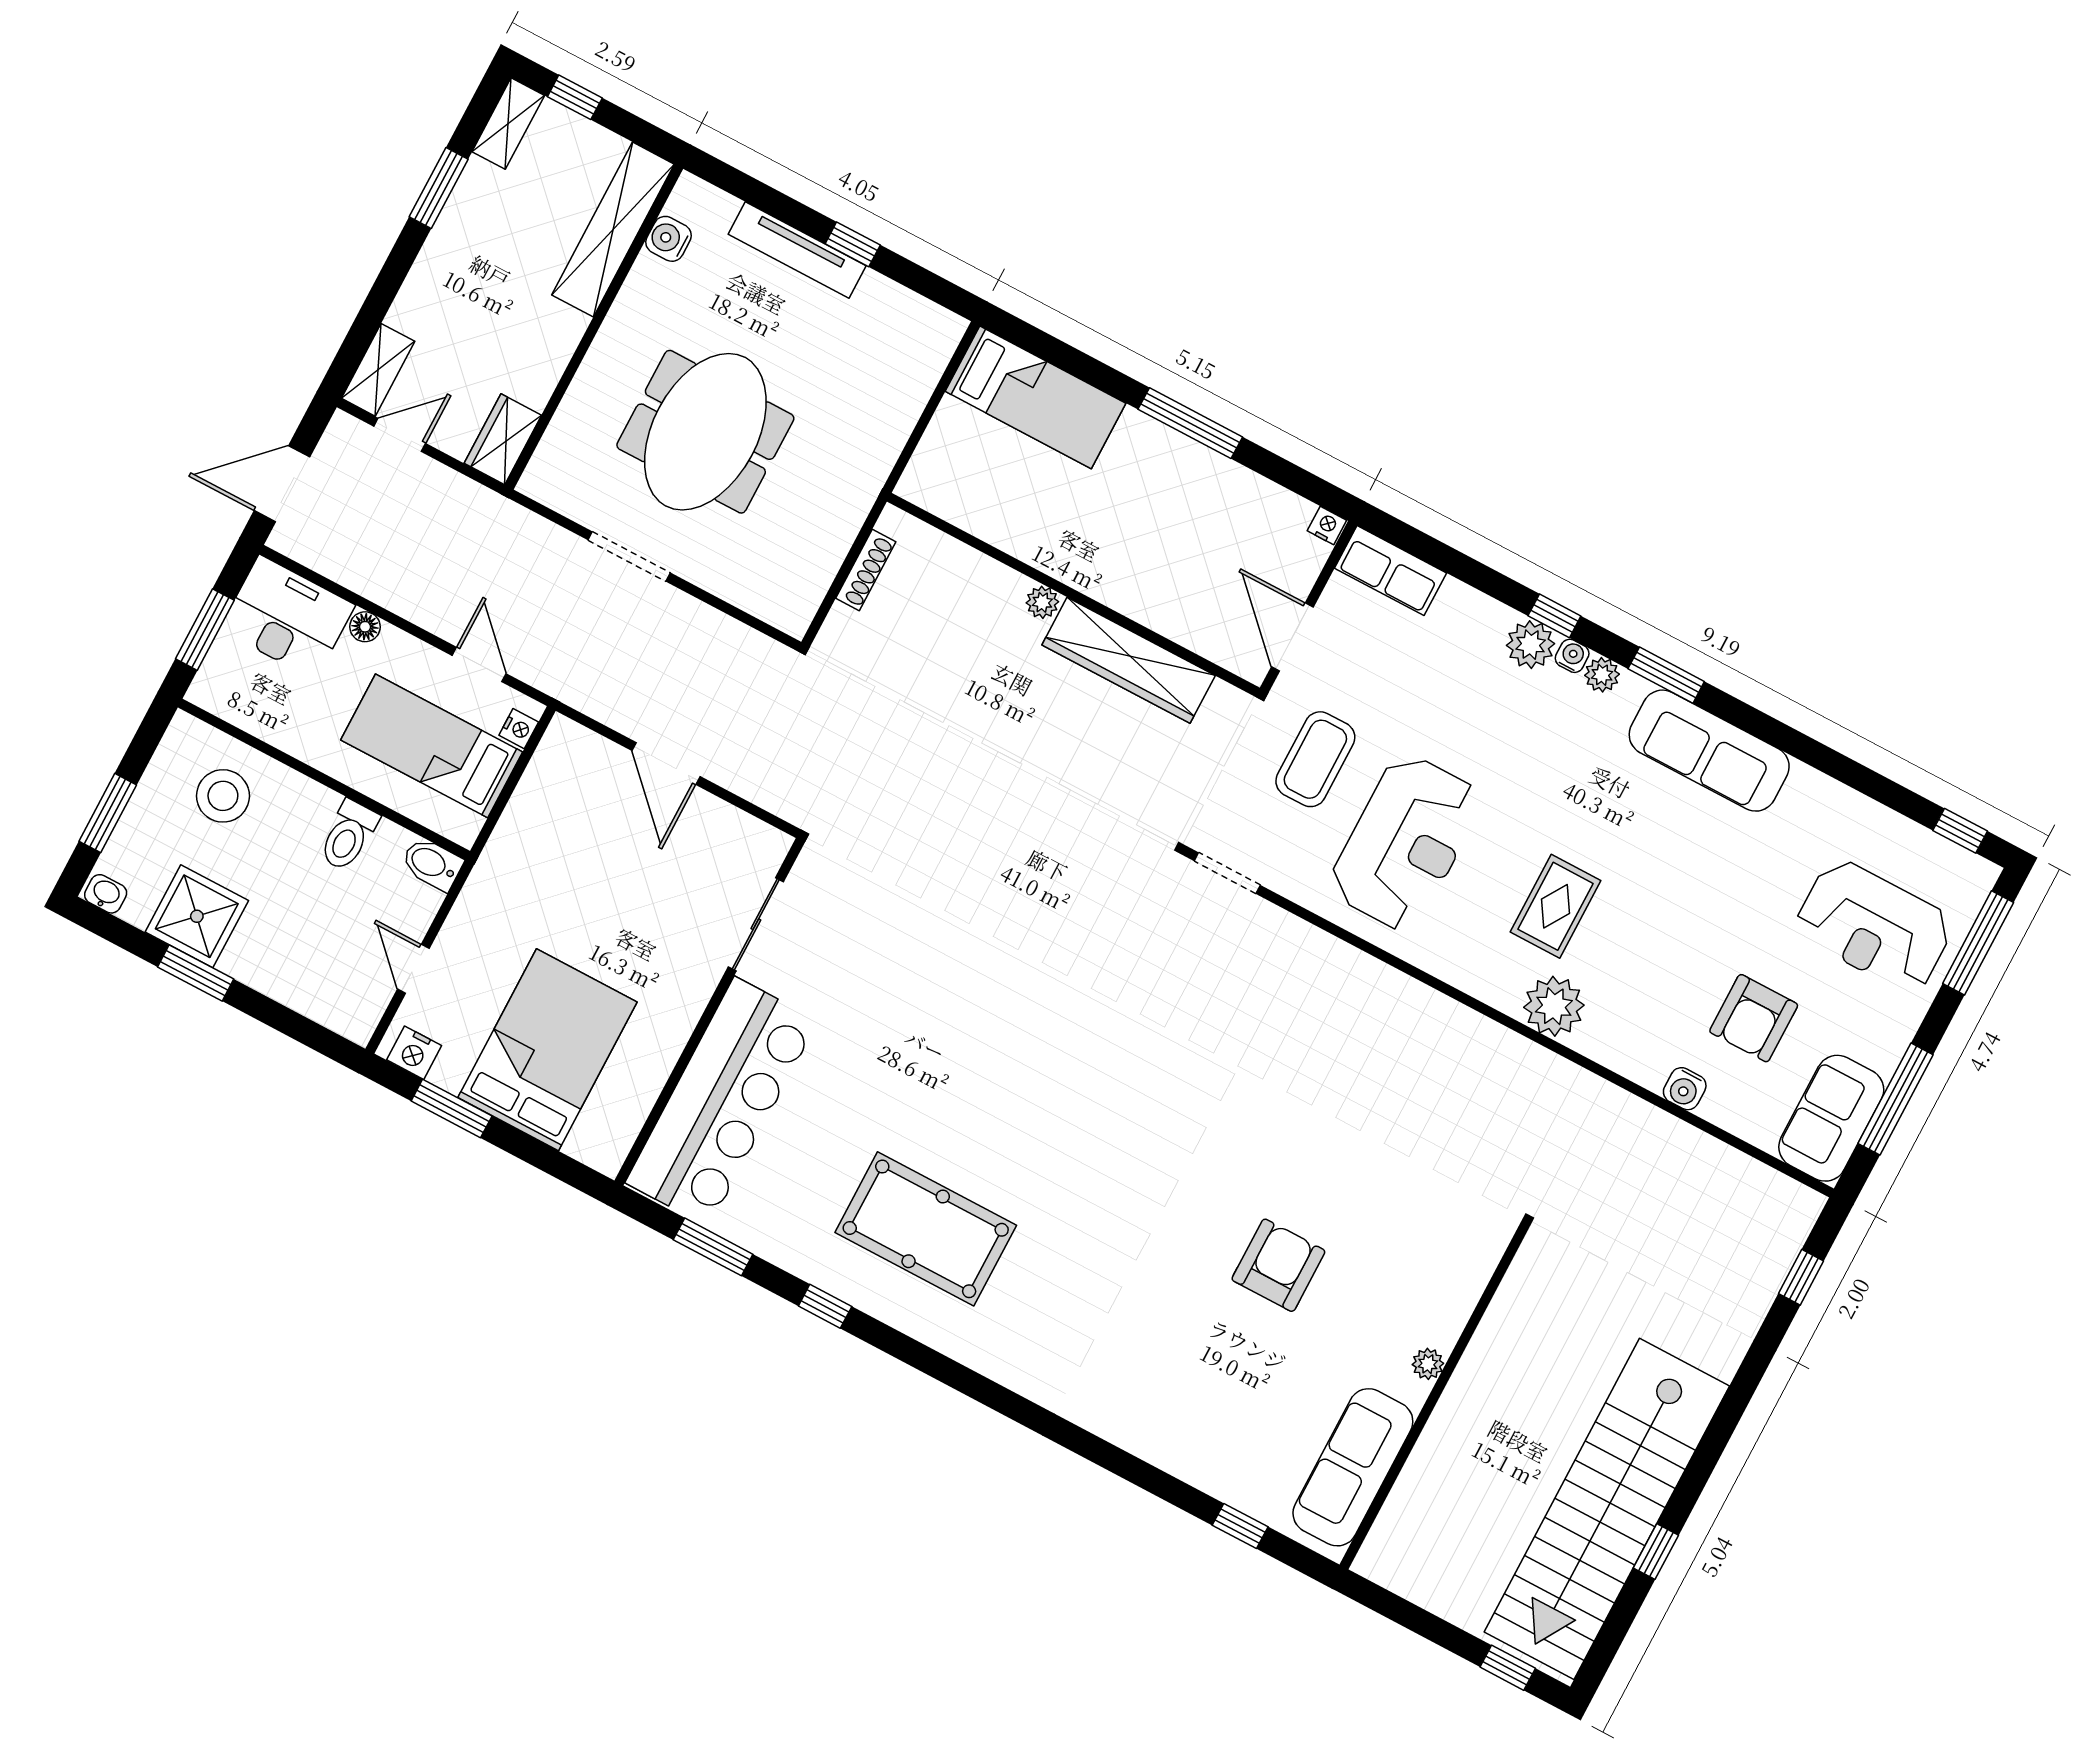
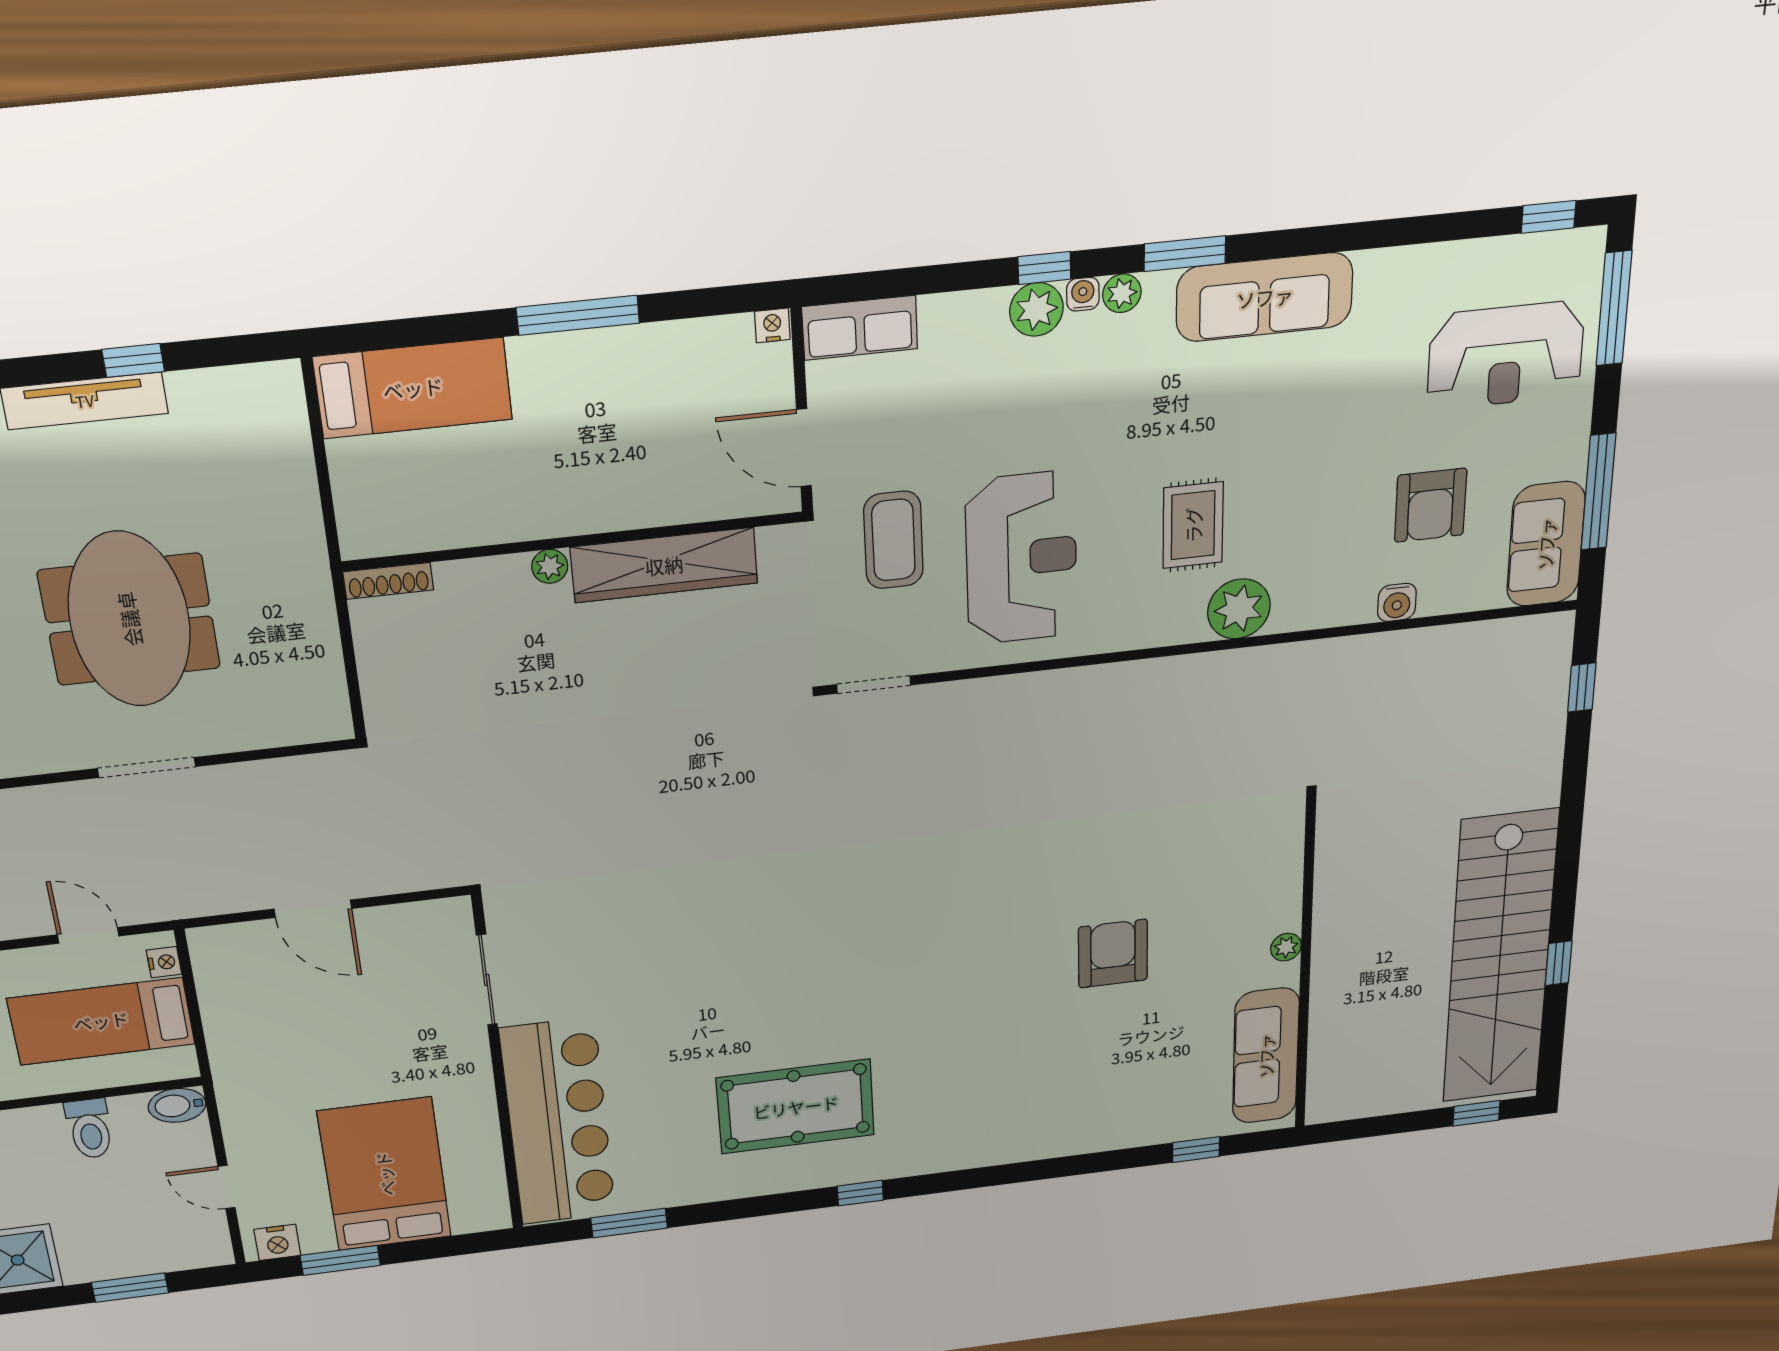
shoe rack: (866, 570) -> (388, 581), moved, turned 90
window: (196, 973) -> (130, 1288), moved
window: (825, 1306) -> (860, 1193), moved

